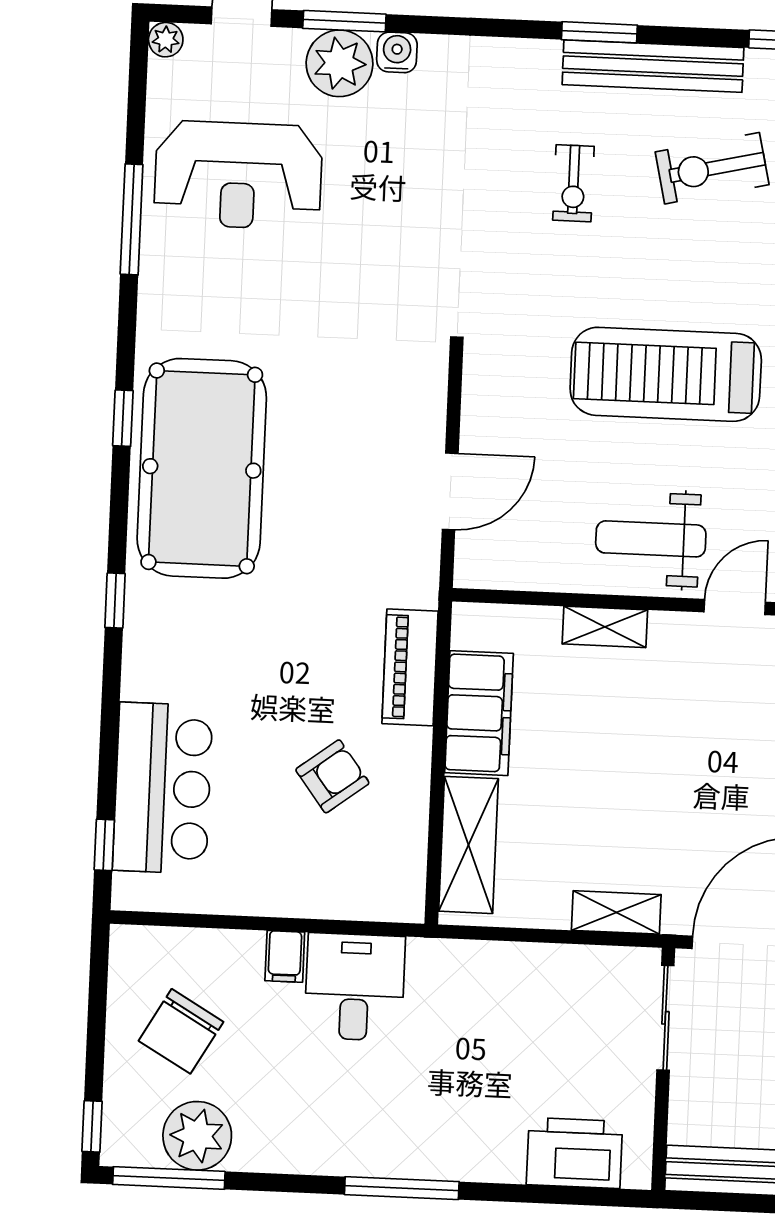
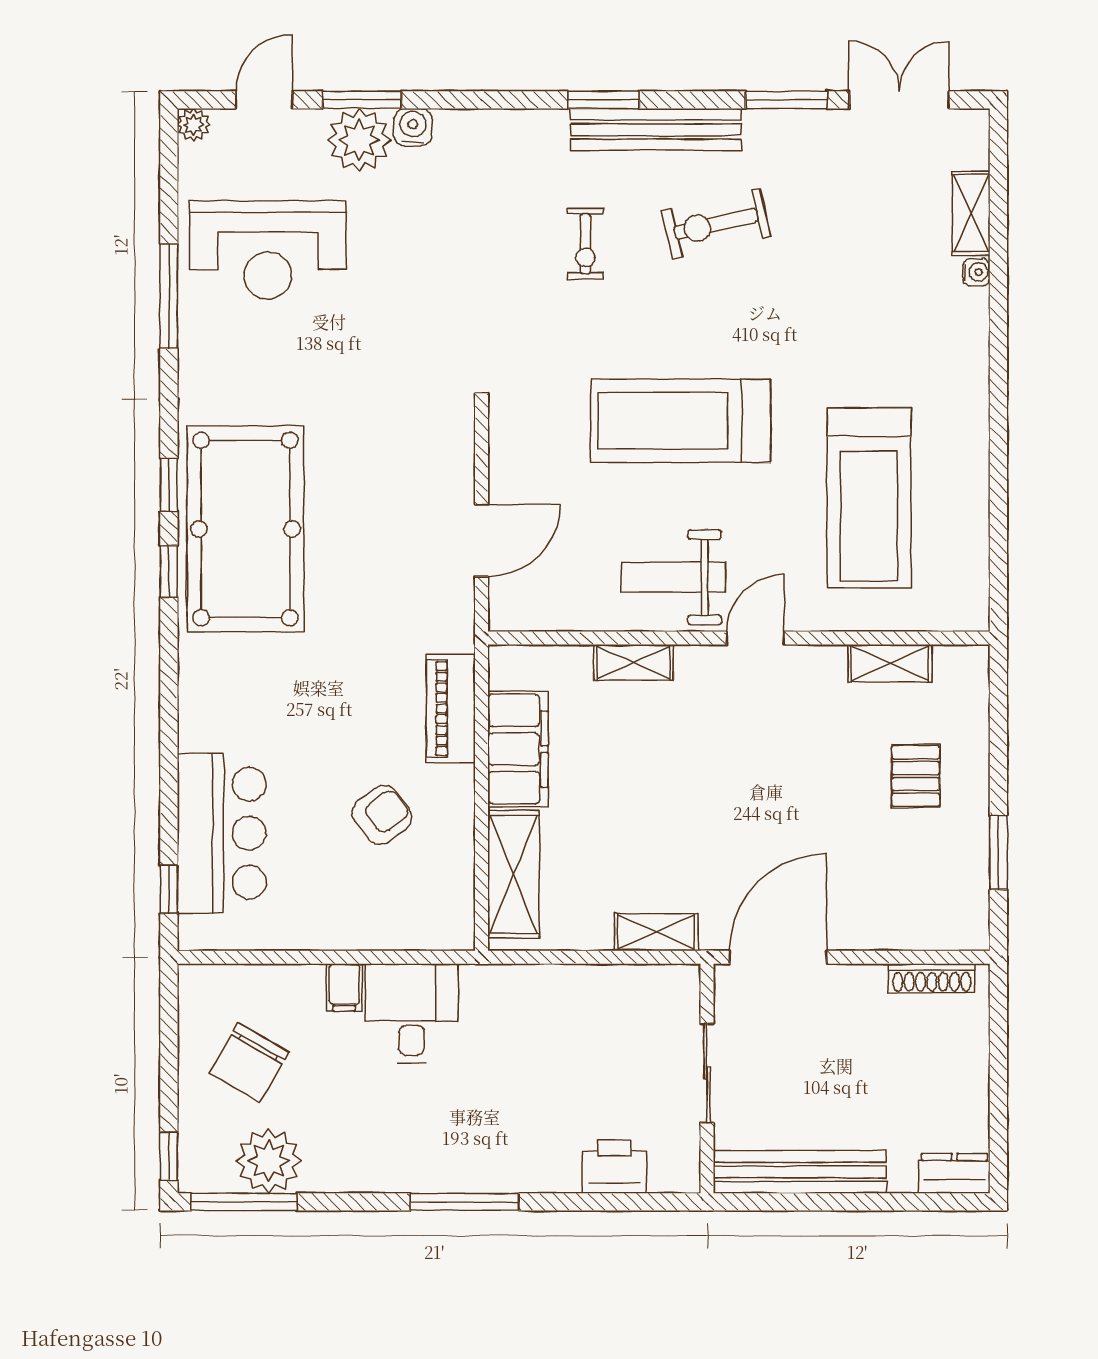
window: (115, 601) -> (169, 571), moved
sliding door: (665, 1018) -> (707, 1073), moved
printer: (574, 1153) -> (614, 1167), width x0.73, depth x0.84

